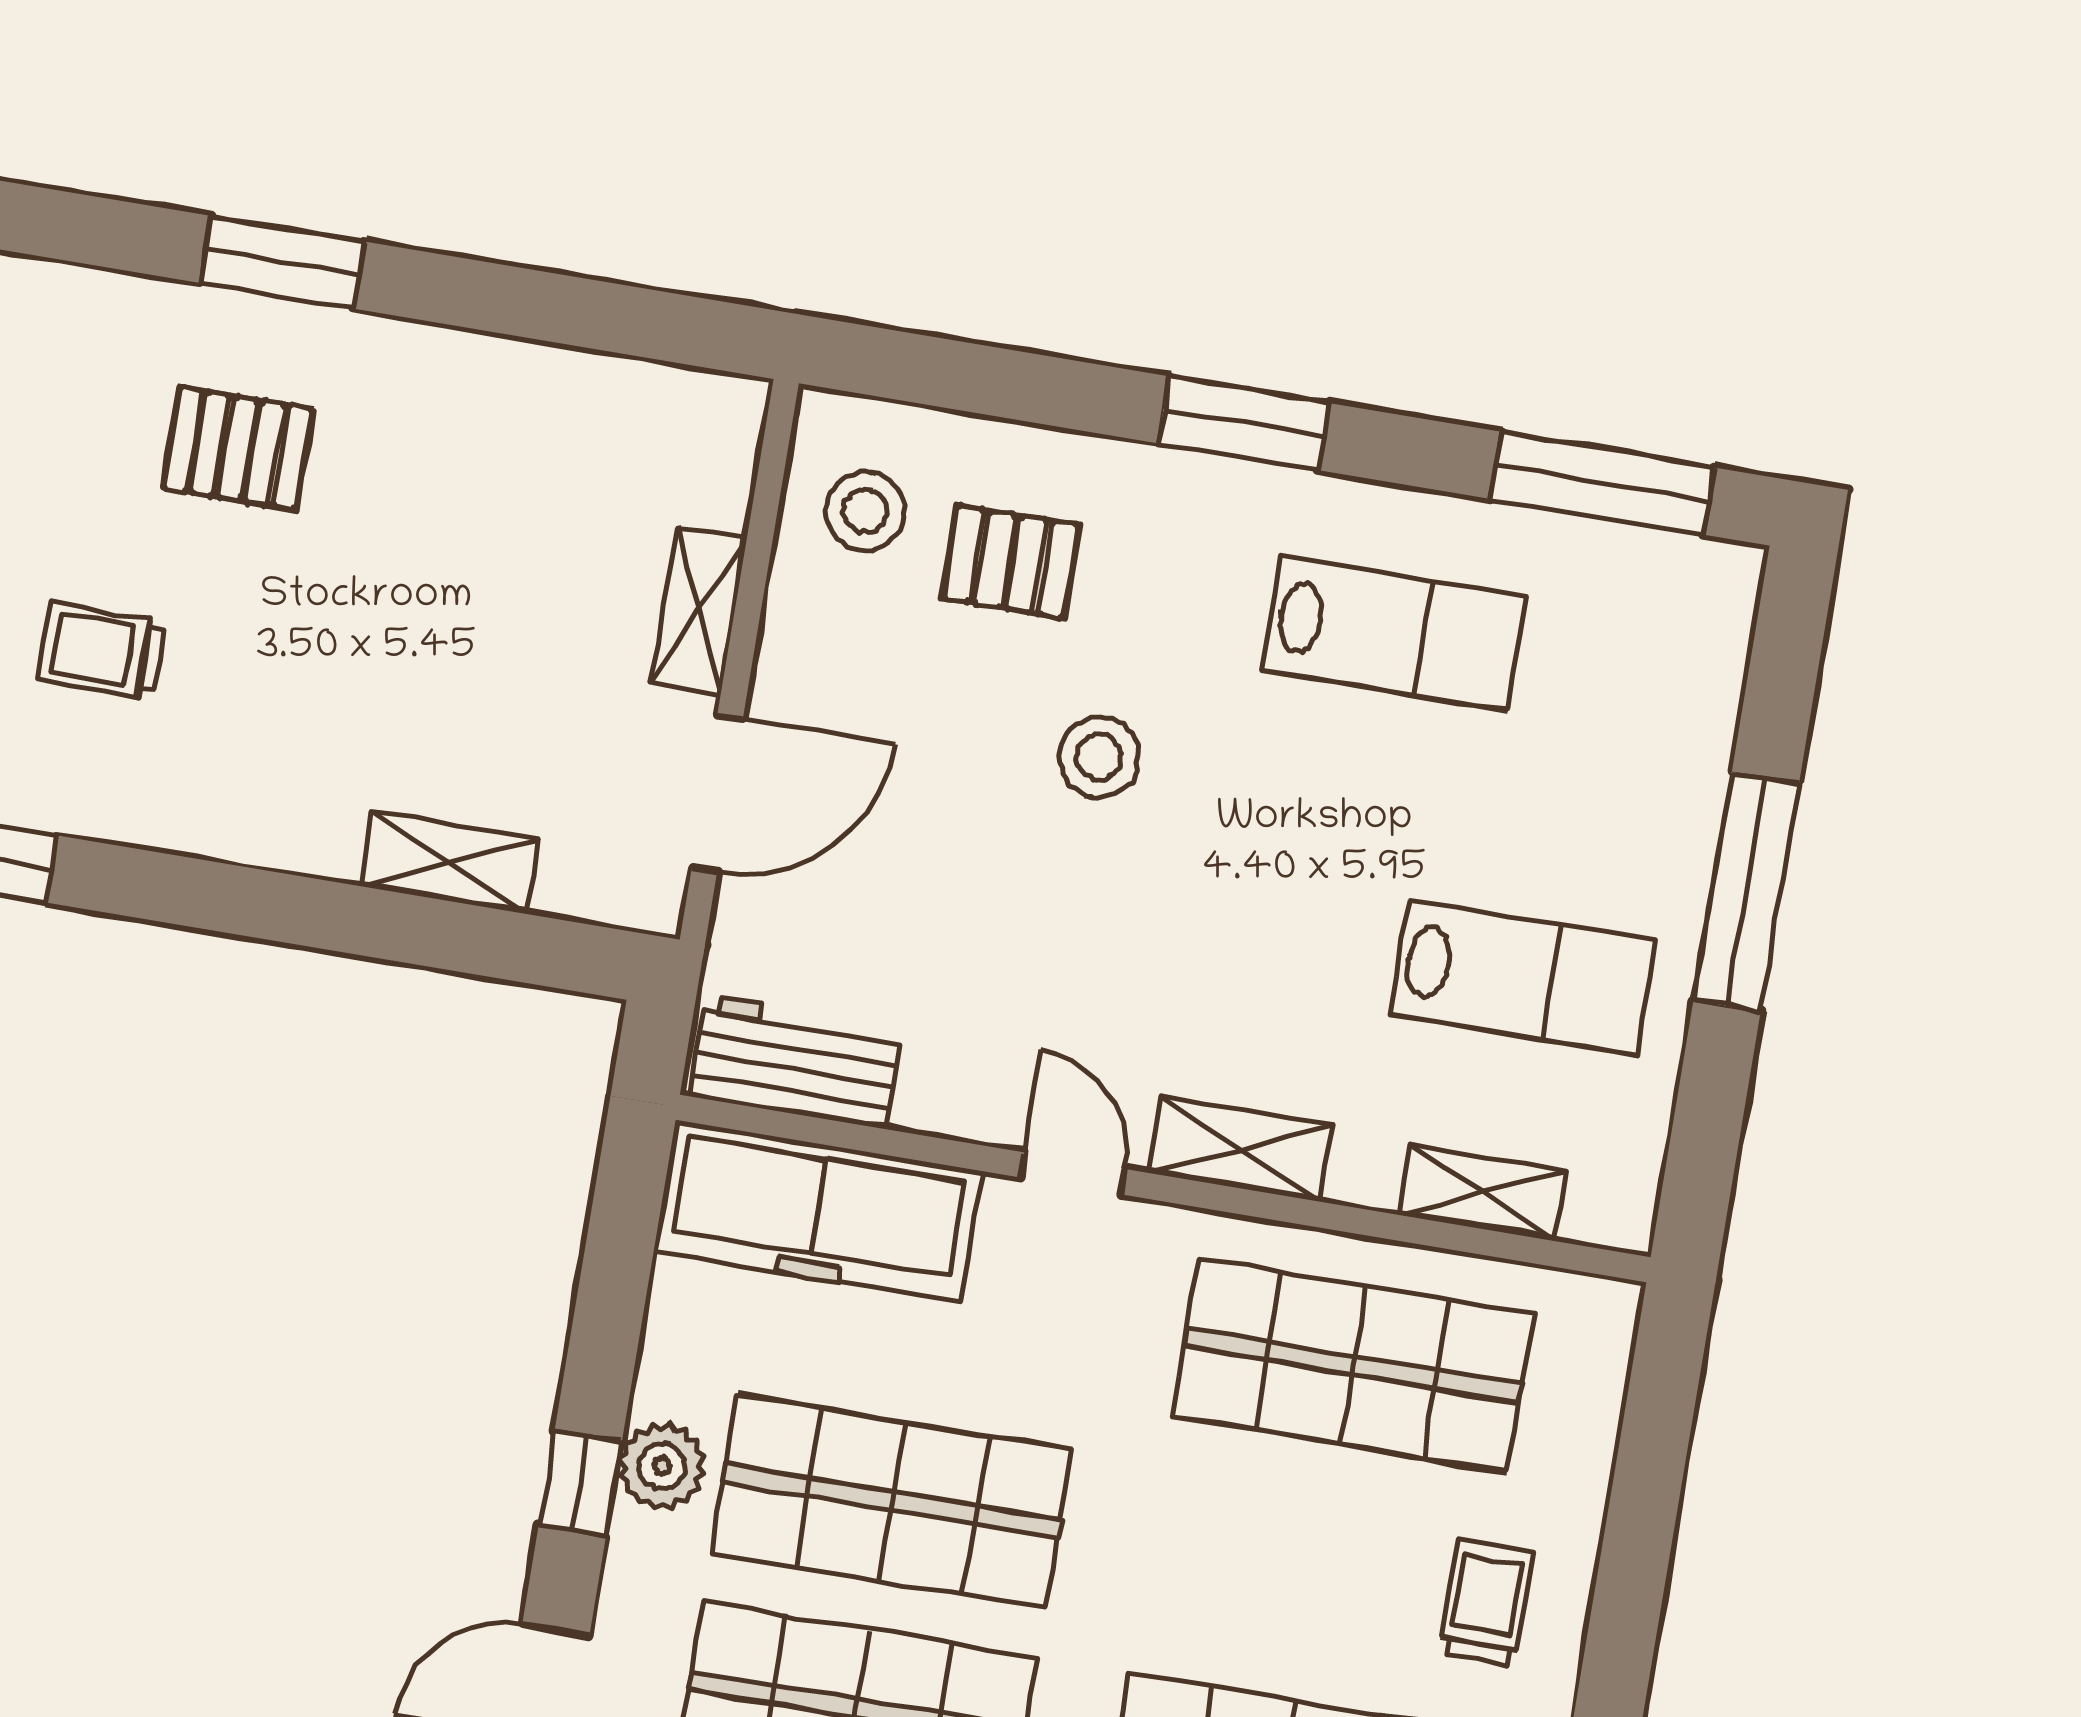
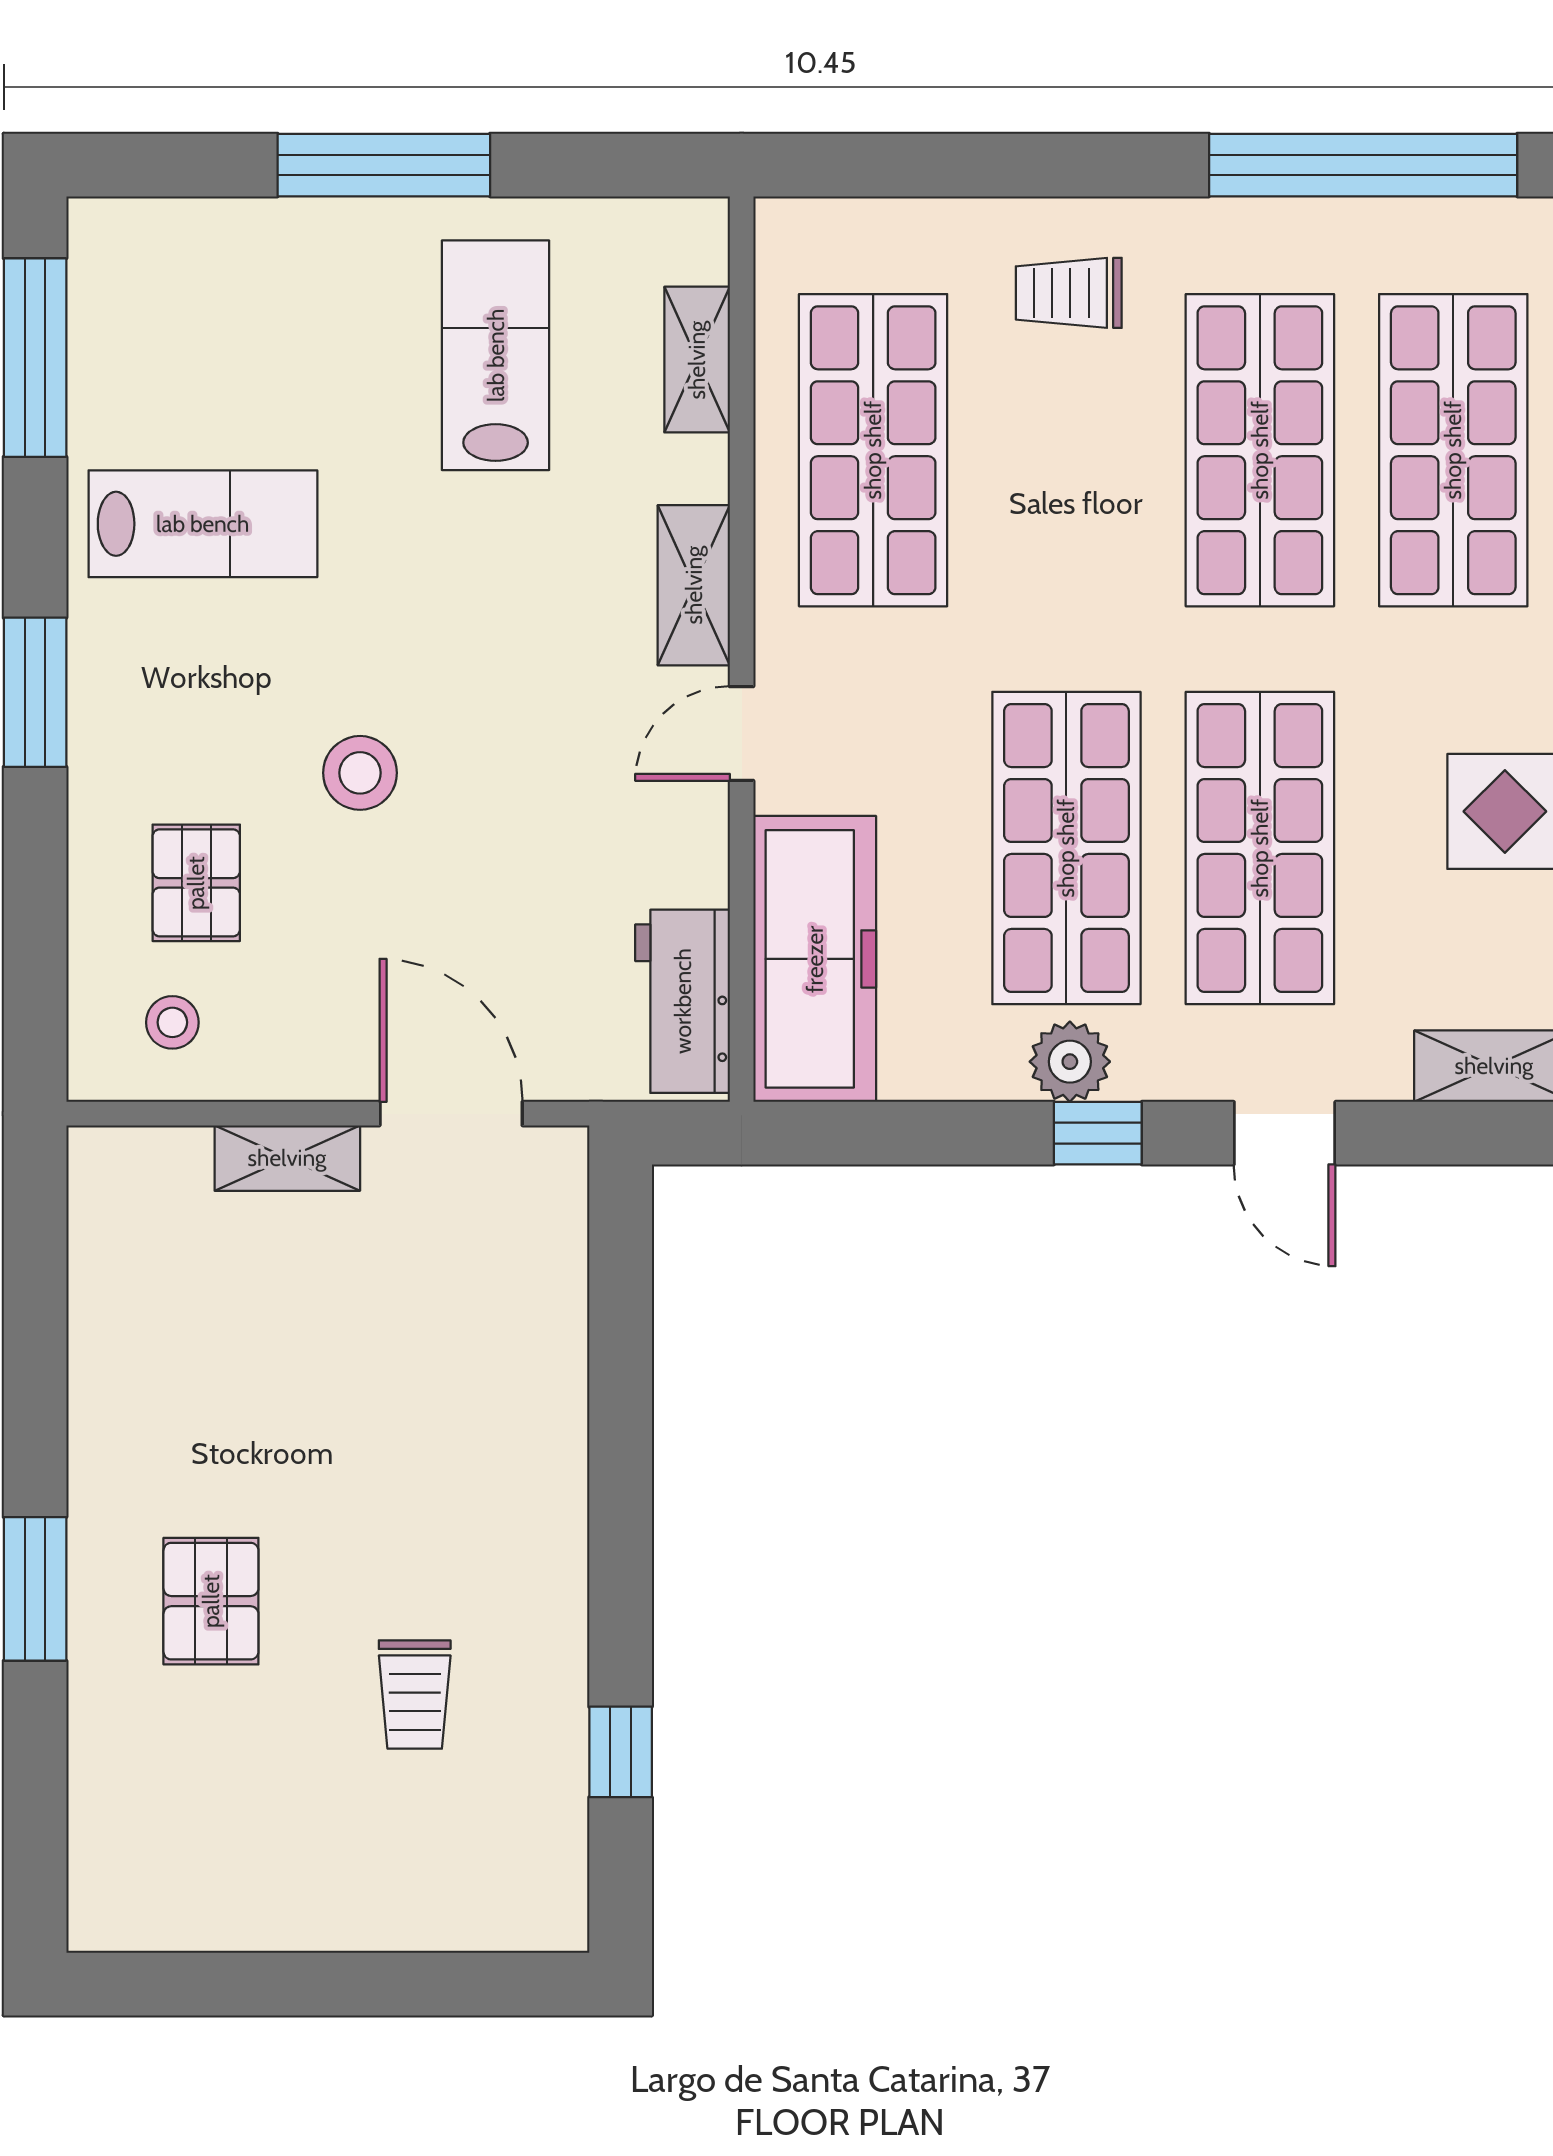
stool: (865, 511) -> (172, 1022), width x0.73, depth x0.73
lab bench: (1394, 633) -> (203, 524), turned 90
shelving: (450, 863) -> (554, 1346), removed

